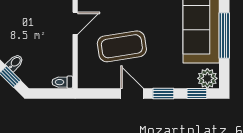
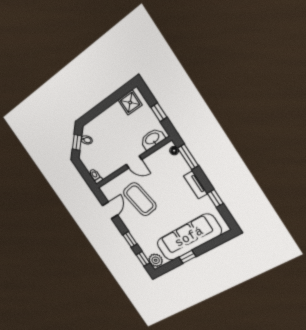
window: (224, 35) -> (187, 257), width x0.46
door: (132, 94) -> (110, 210), moved

